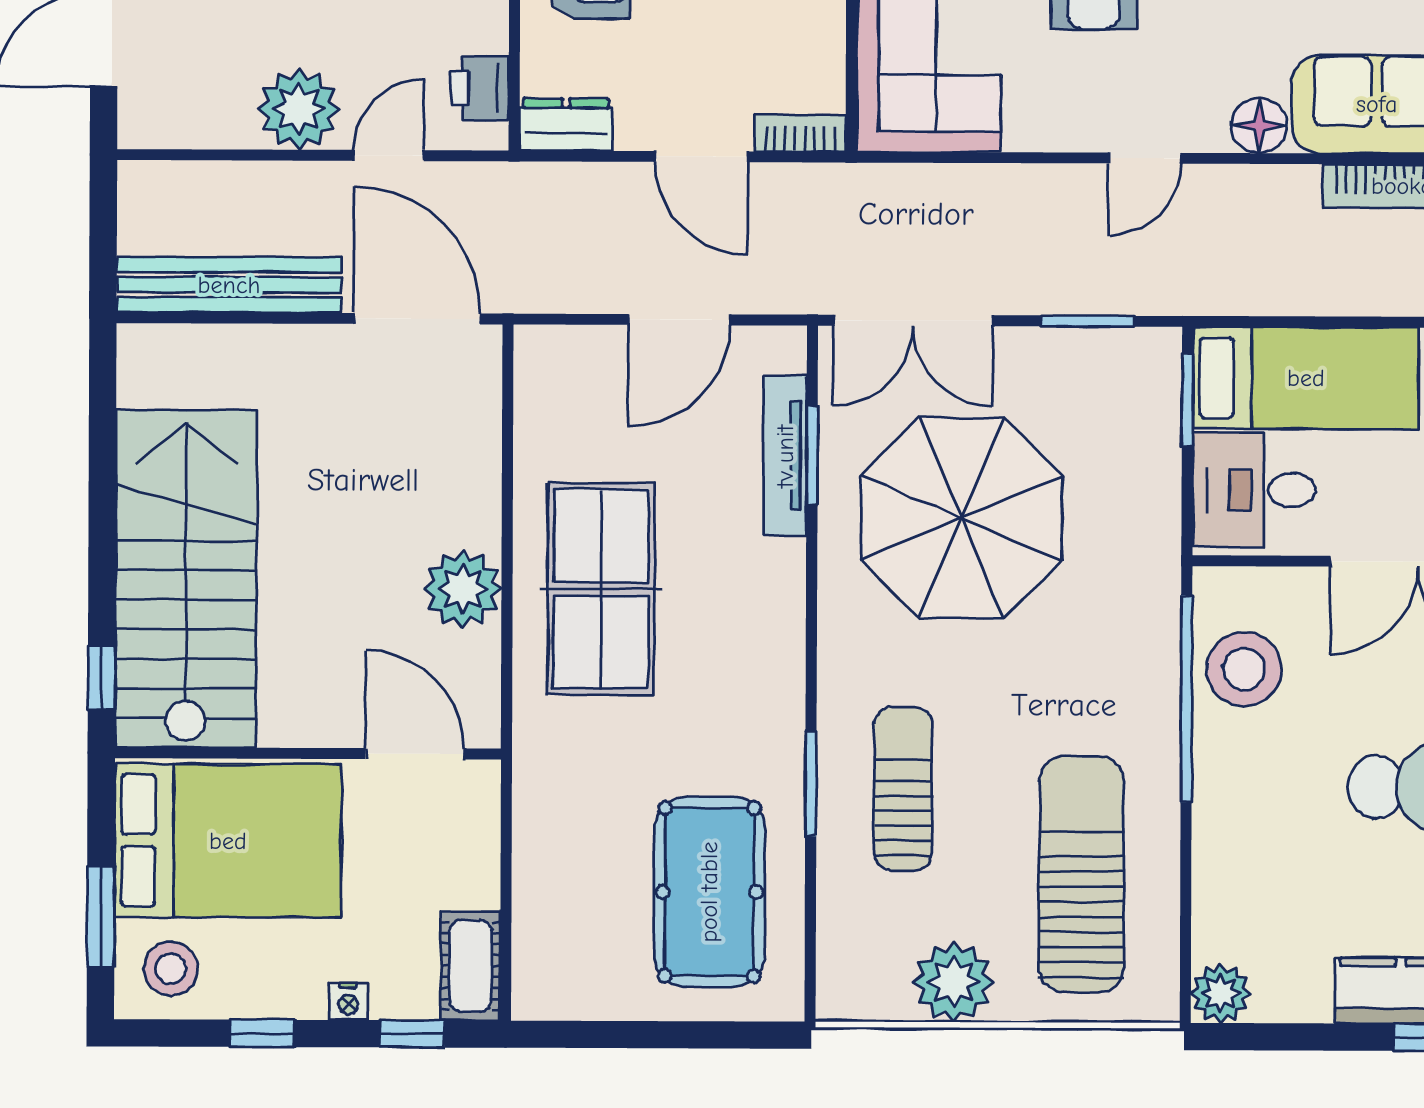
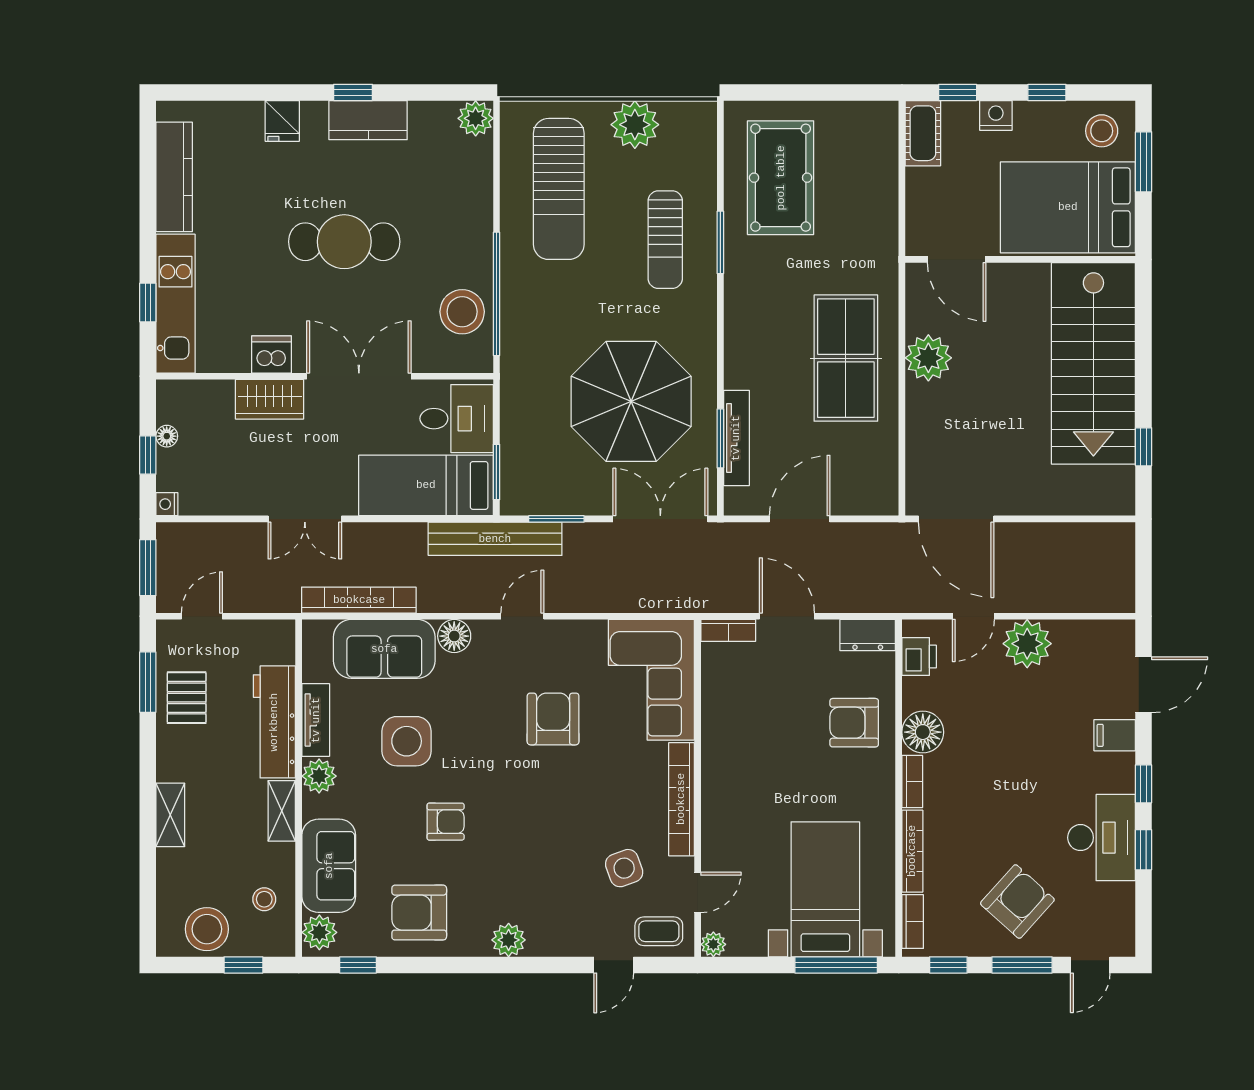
bench: (229, 285) -> (495, 539), moved
window: (102, 678) -> (1144, 447), moved
nightstand: (348, 1002) -> (996, 115), width x1.39, depth x1.35

